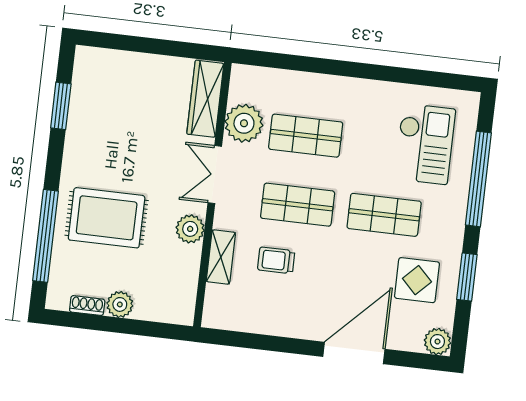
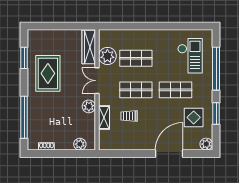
rug: (107, 218) -> (48, 73), moved, turned 90
plant: (120, 304) -> (80, 144), moved

